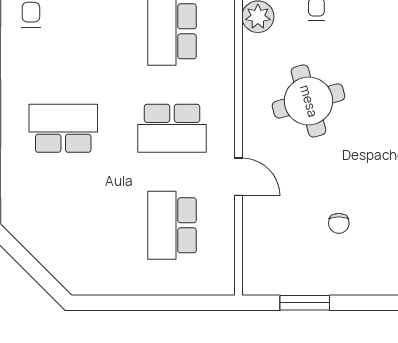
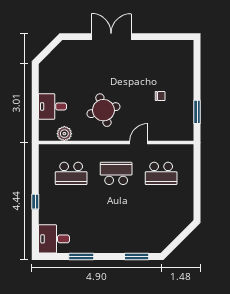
school desk: (63, 128) -> (116, 224), removed
school desk: (172, 128) -> (116, 173), turned -90

